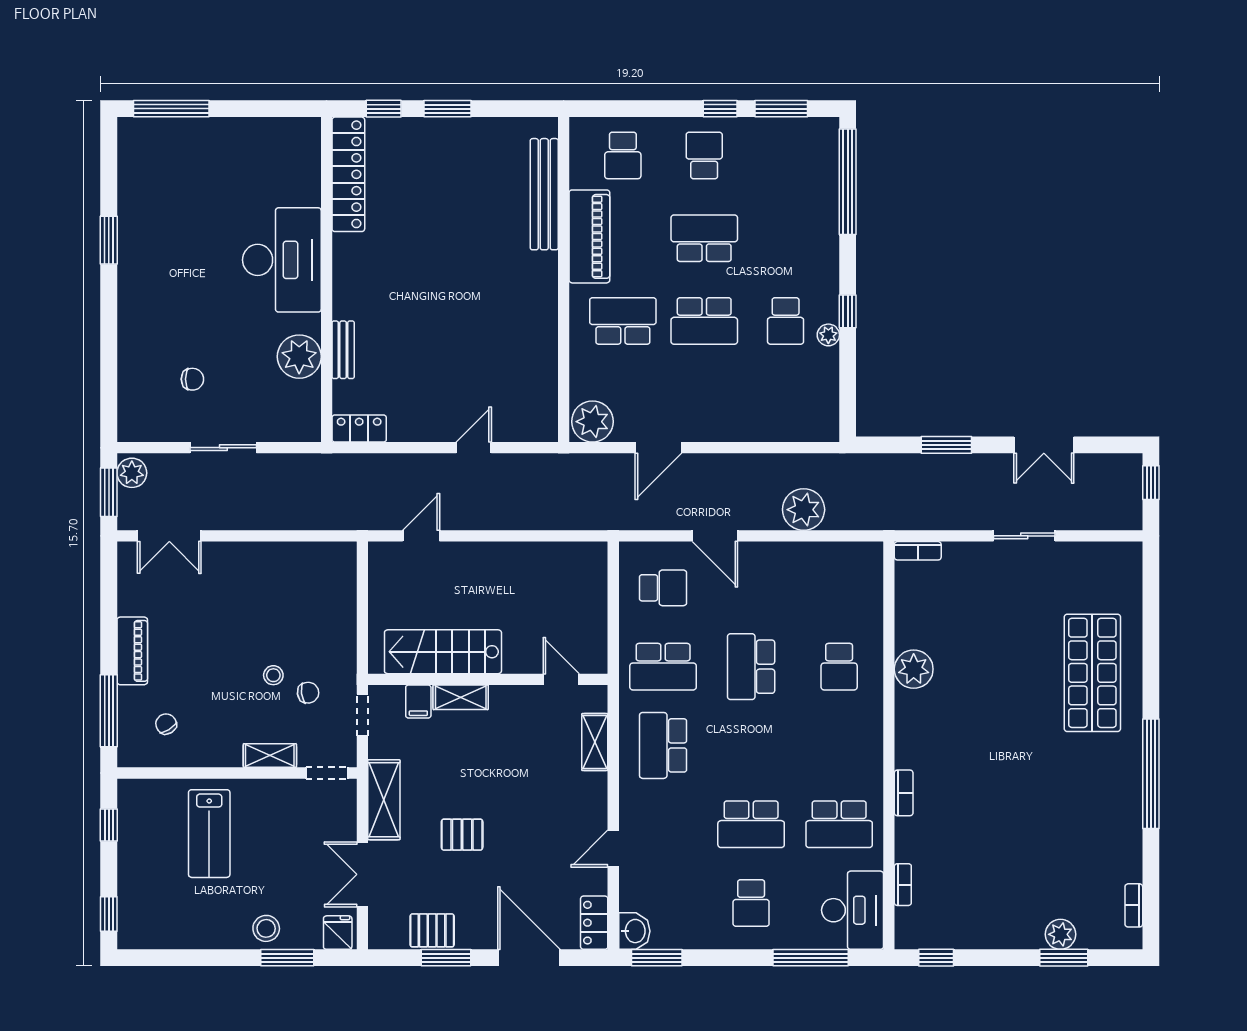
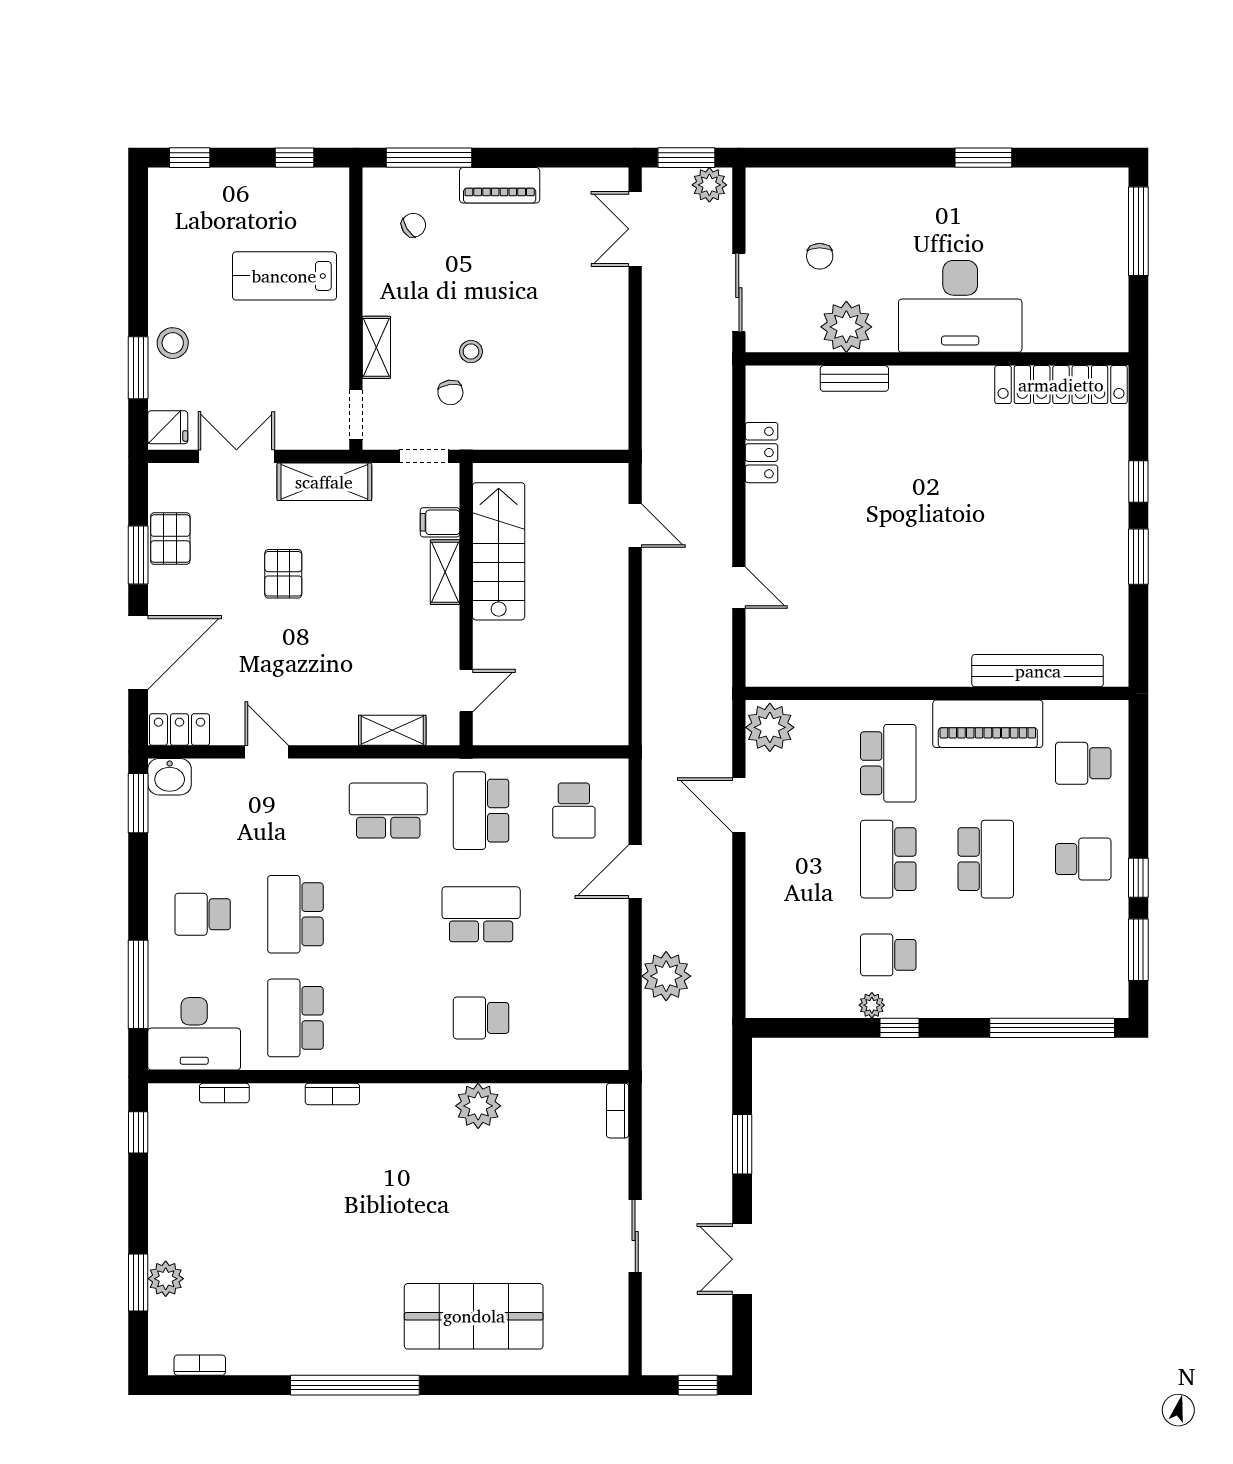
locker: (348, 174) -> (1061, 385), moved
desk: (282, 260) -> (960, 306), moved
wall: (327, 280) -> (937, 359), moved
bench: (343, 350) -> (854, 378), moved
plant: (299, 357) -> (846, 327), moved

